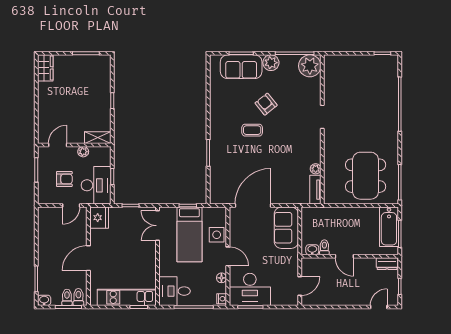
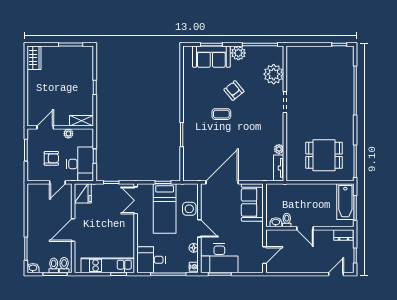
plant: (310, 66) -> (274, 74), moved
dining table: (366, 176) -> (324, 155), width x0.73

